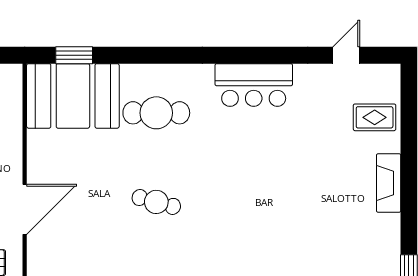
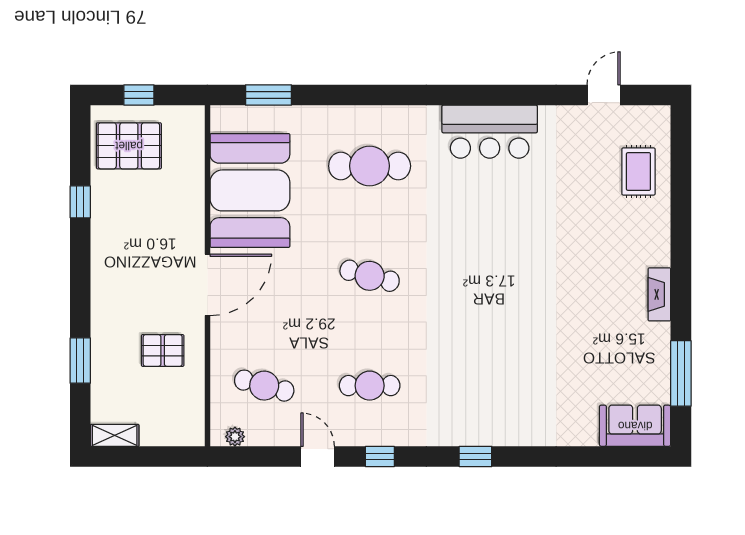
booth: (73, 96) -> (250, 190), moved, turned 90
rug: (375, 117) -> (638, 171), turned 90
fireplace: (389, 183) -> (659, 294), moved, width x0.73, depth x0.76

